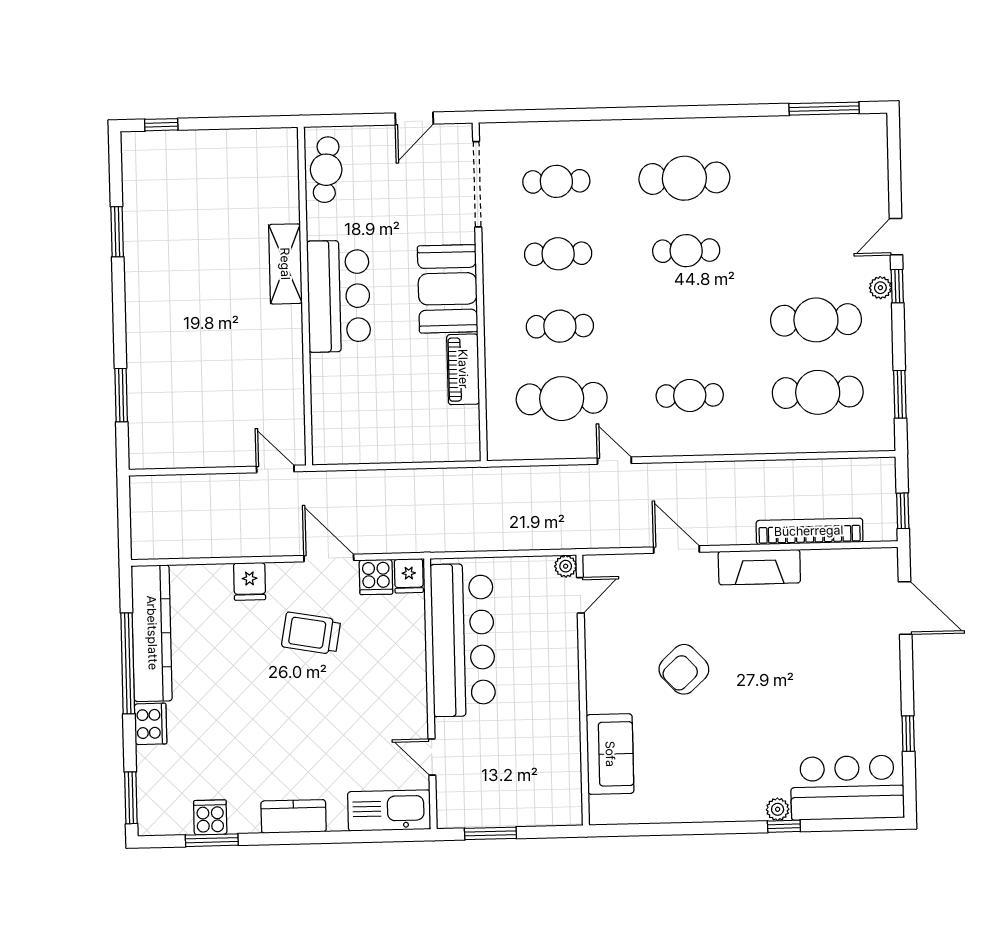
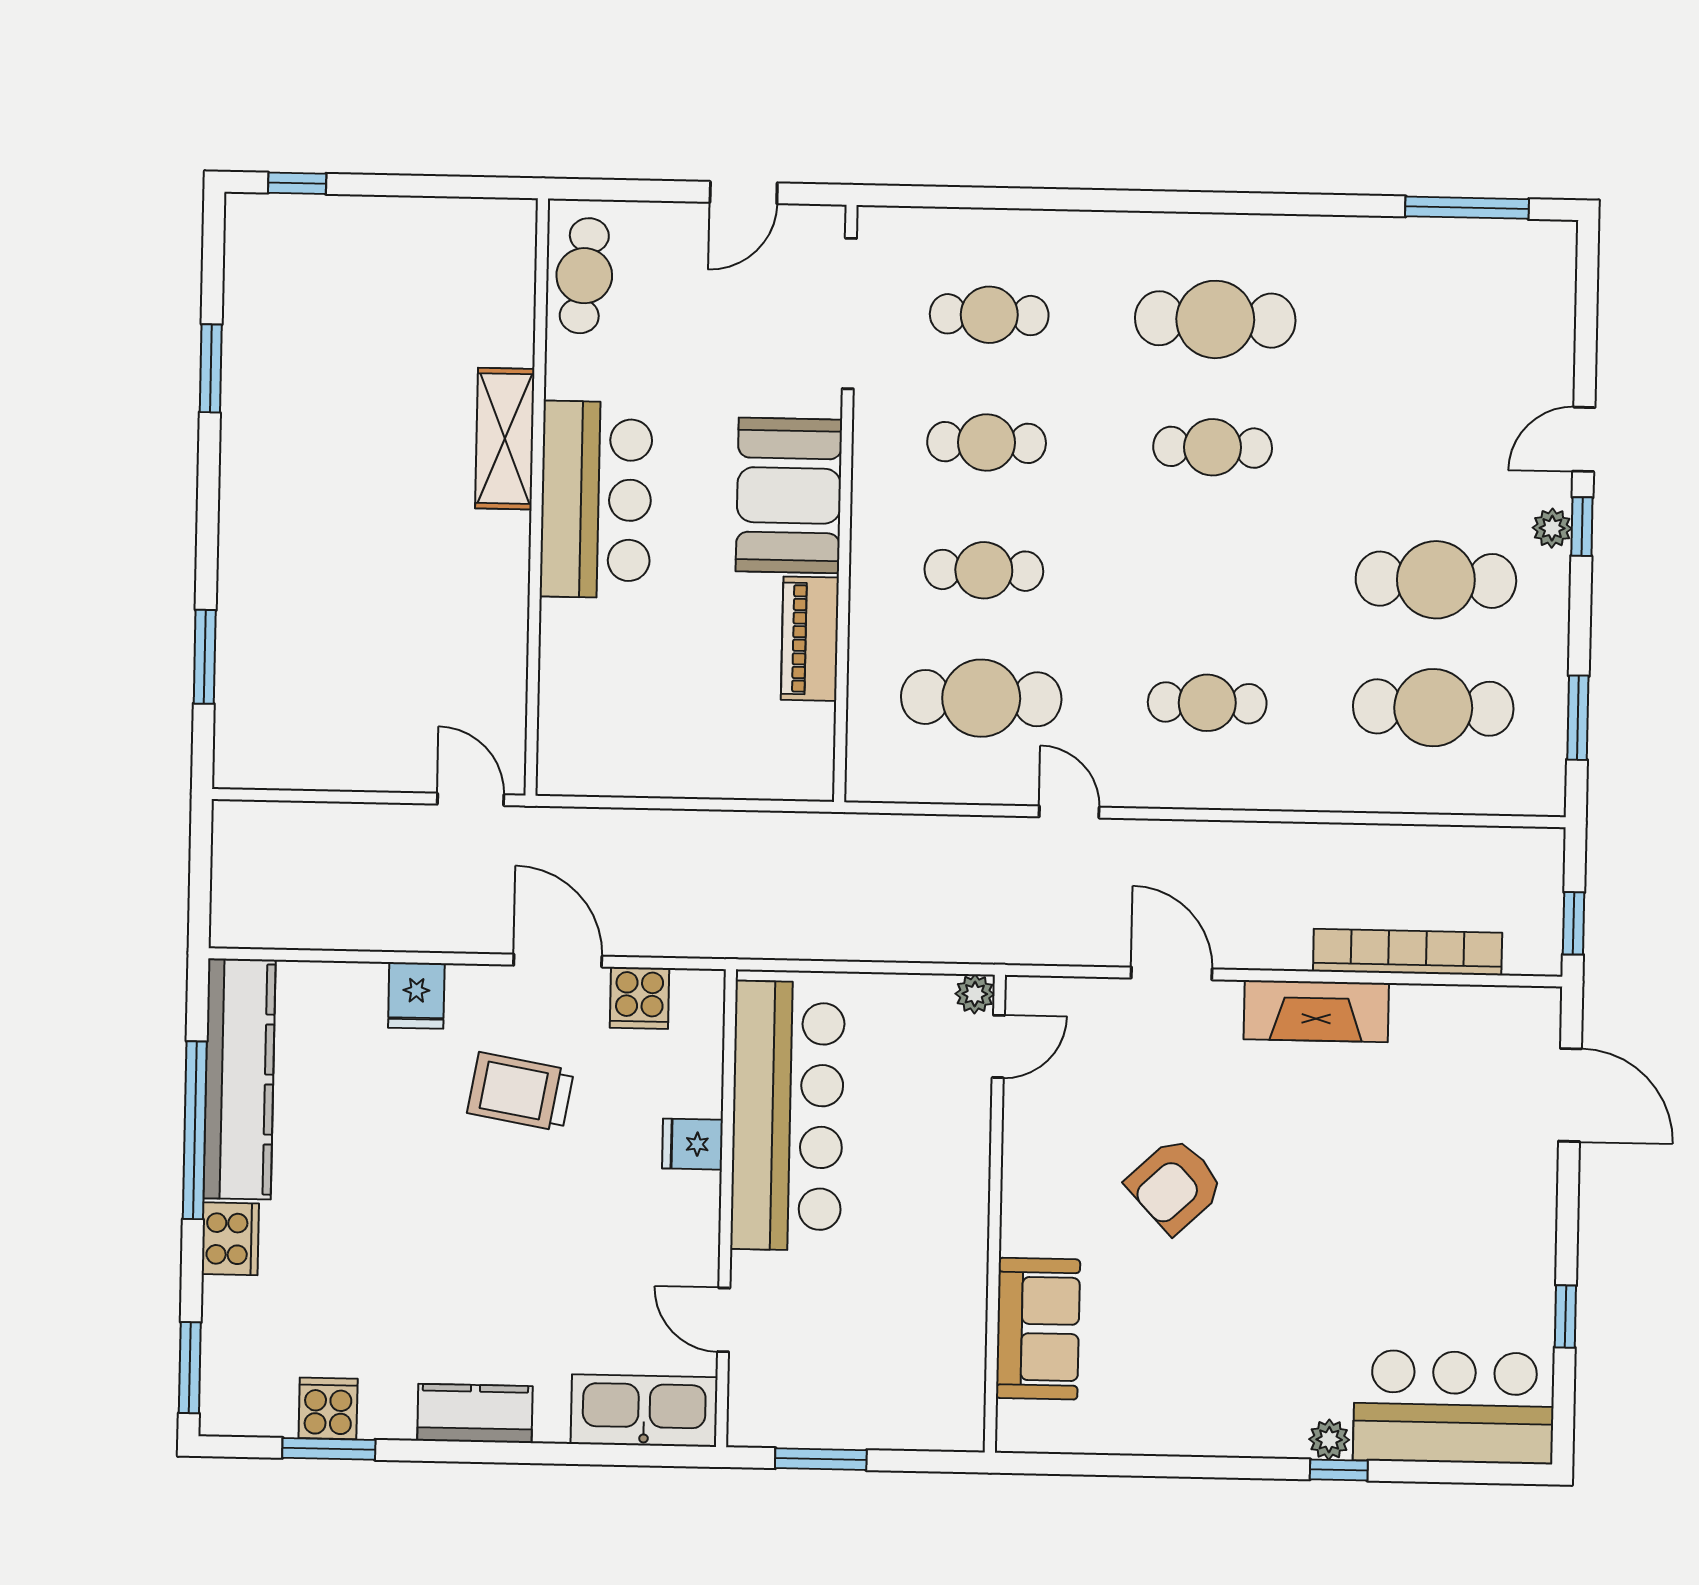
fridge: (409, 576) -> (693, 1144), moved, turned 90

